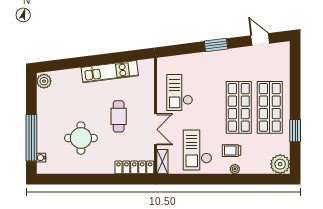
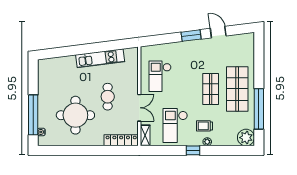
door: (260, 39) -> (218, 32), moved
plant: (44, 81) -> (44, 66), removed
shop shelf: (239, 107) -> (211, 89), width x0.70, depth x0.74
window: (295, 131) -> (259, 109), width x2.11
round table: (81, 138) -> (75, 115), width x1.36, depth x1.36
window: (218, 179) -> (193, 150), added

